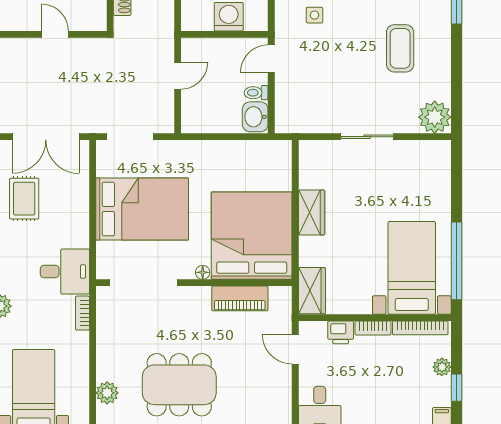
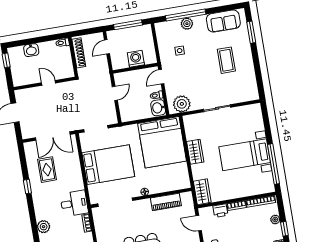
plant: (435, 117) -> (182, 104), moved
bed: (252, 236) -> (162, 142), moved, turned 180
bed with nightstands: (412, 268) -> (245, 155), moved, turned -90

